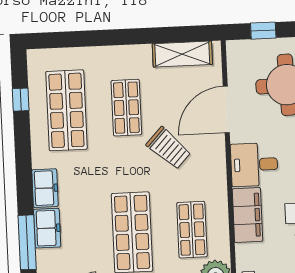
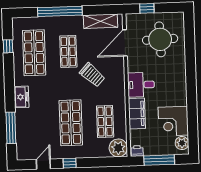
window: (111, 37) -> (60, 11), added
door: (226, 110) -> (125, 43), moved
freezer: (47, 228) -> (22, 120), removed

